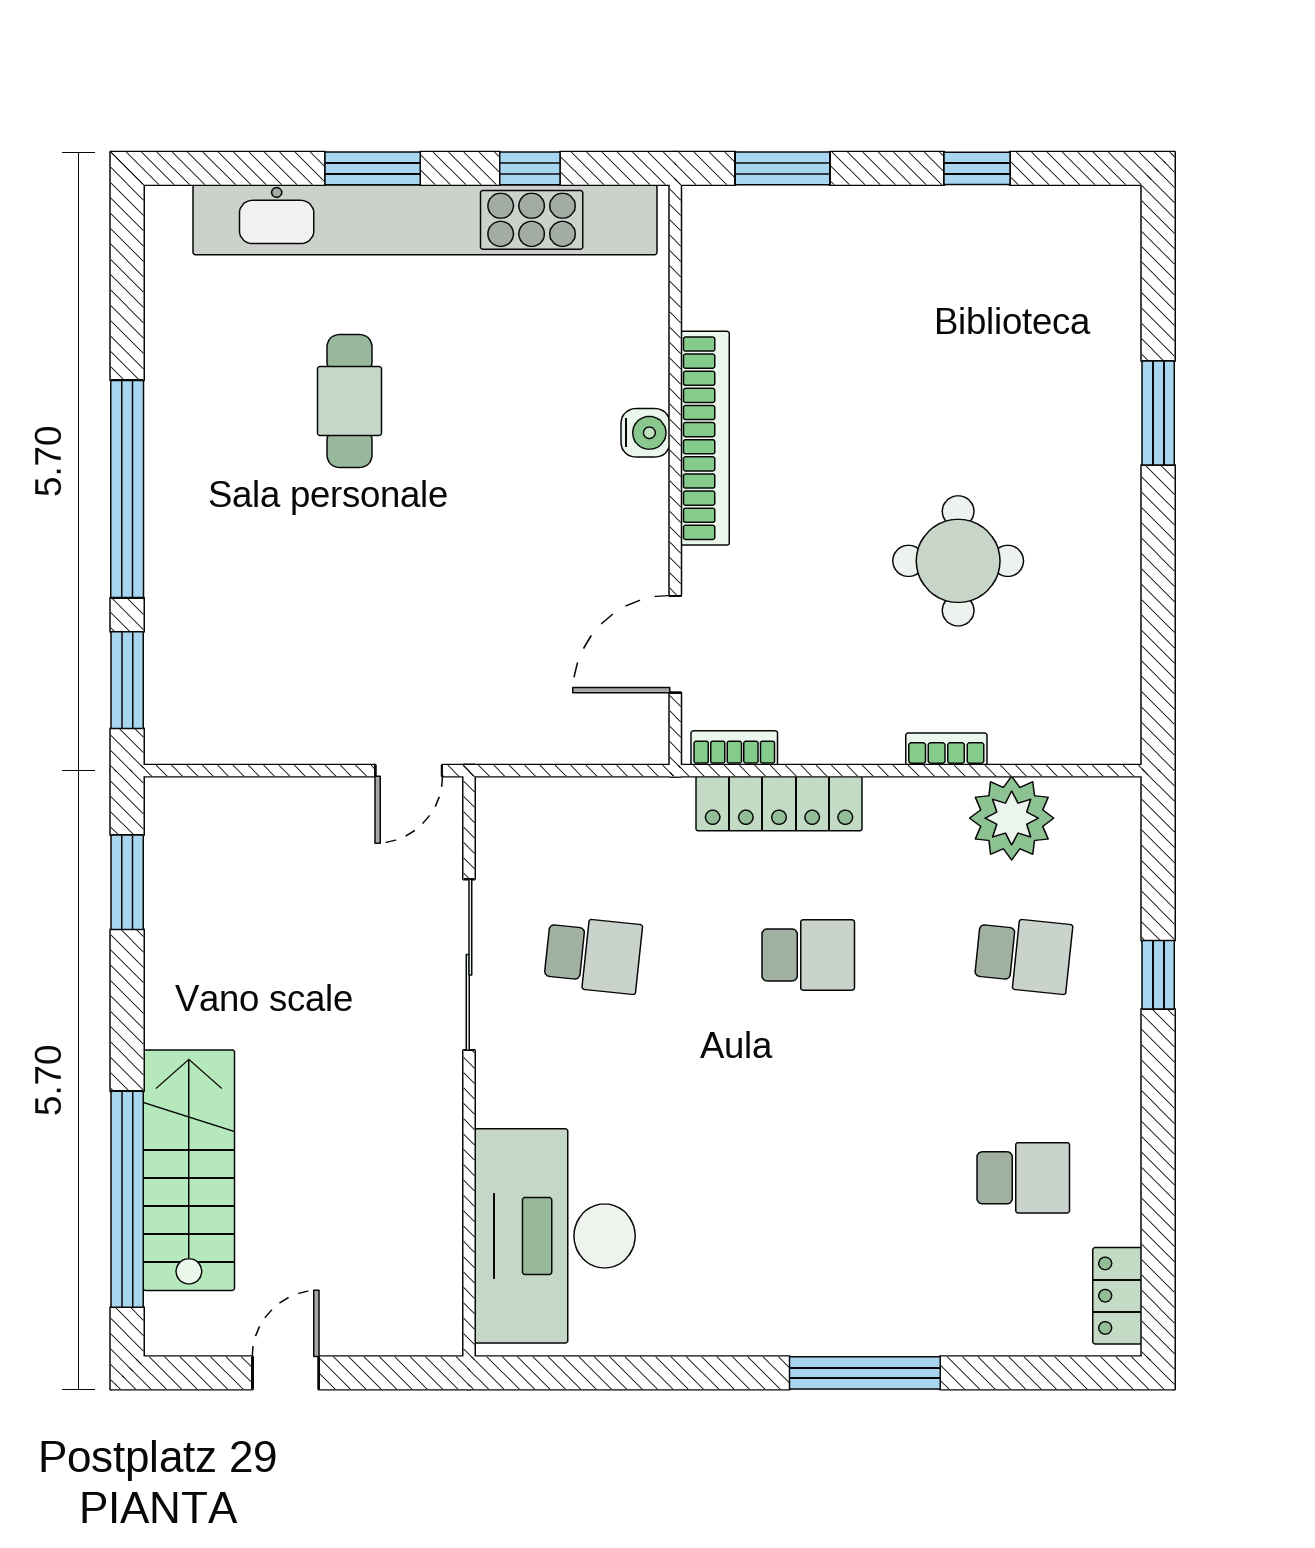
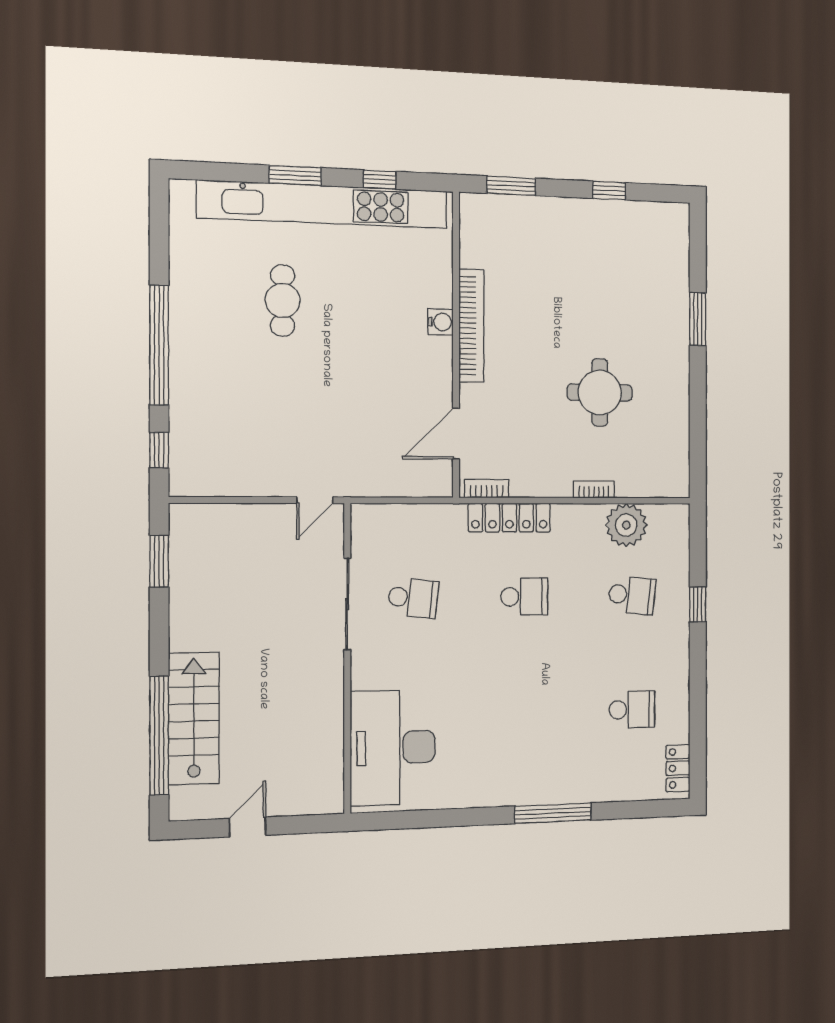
window: (127, 680) -> (159, 450), width x0.67

